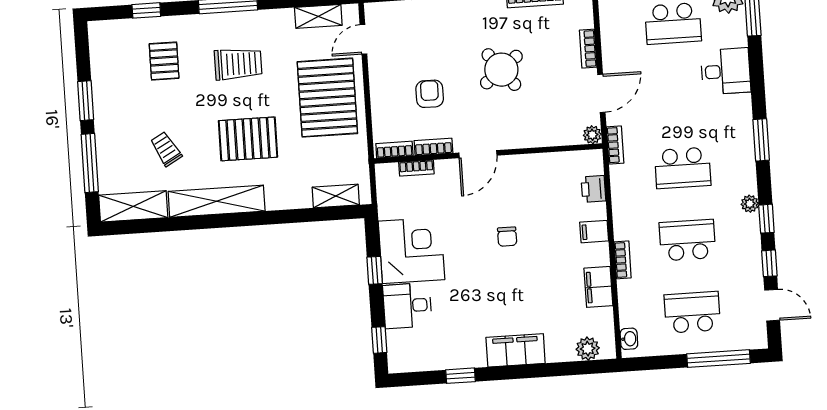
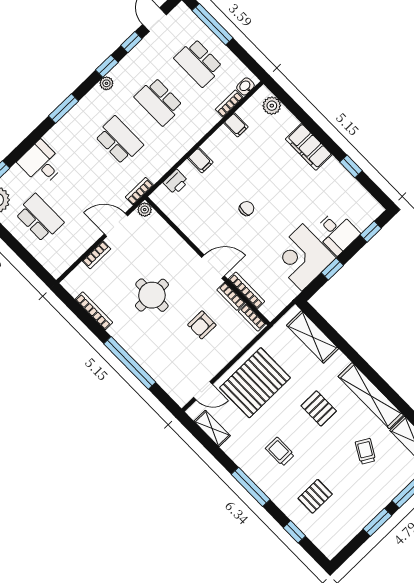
trolley: (238, 64) -> (280, 452), width x0.73, depth x0.72
round table: (501, 70) -> (152, 295), turned 38
pallet: (248, 139) -> (319, 408), width x0.67, depth x0.71
trolley: (166, 149) -> (365, 451), turned 149
bookcase: (416, 168) -> (247, 290), width x1.56
shelving: (336, 196) -> (313, 337), width x1.50, depth x1.33
bookcase: (623, 260) -> (229, 104), moved
filing cabinet: (598, 287) -> (236, 125), width x0.50

